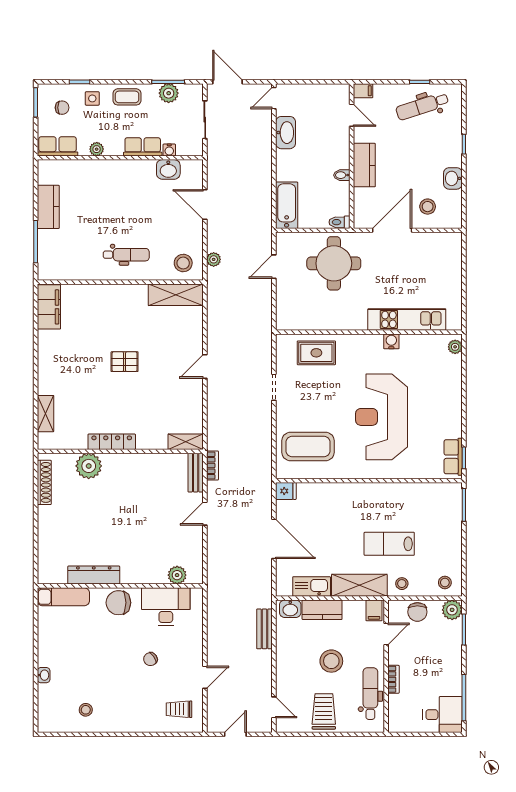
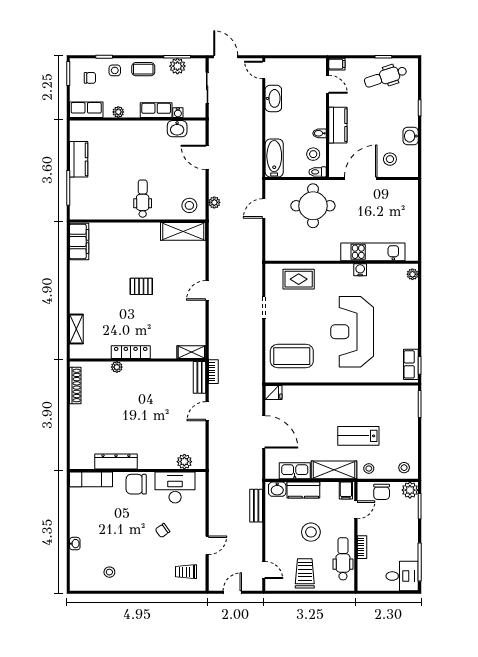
door: (274, 98) -> (264, 70), hinge flipped
stool: (334, 200) -> (313, 154), added
dental chair: (126, 255) -> (143, 199), turned -90
plant: (89, 466) -> (117, 367), width x0.53, depth x0.53

